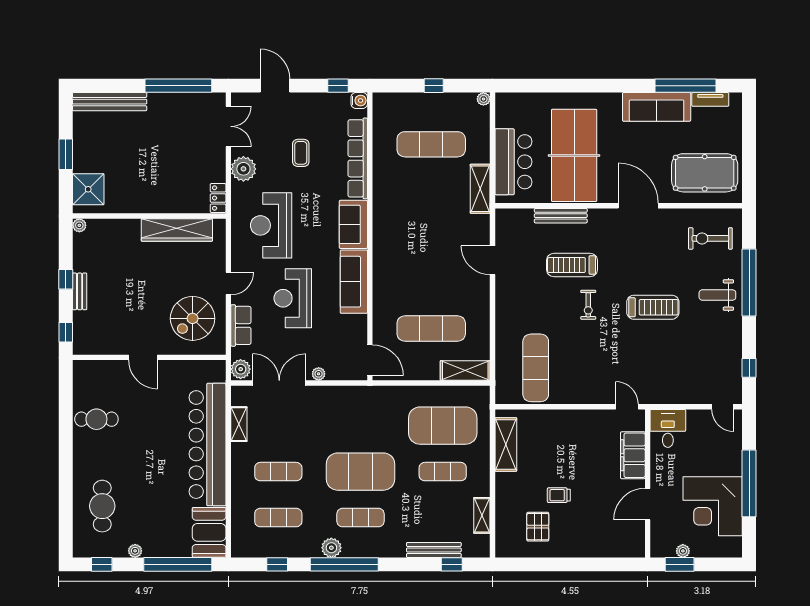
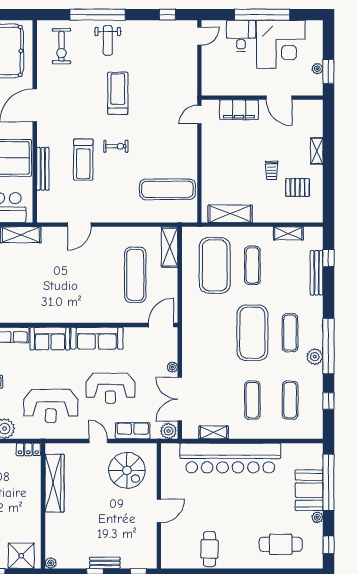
desk: (668, 428) -> (241, 36), moved, turned 90
booth: (209, 532) -> (309, 490), moved, turned 90
shelving: (582, 550) -> (317, 151), added

